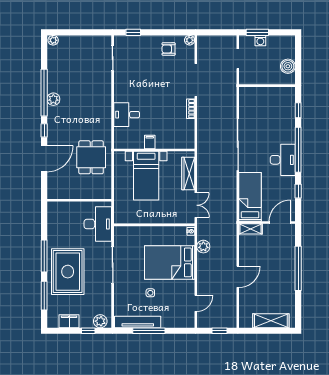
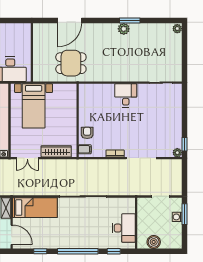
window: (133, 32) -> (184, 144), moved
armchair: (169, 49) -> (87, 133), moved
window: (44, 93) -> (130, 20), width x0.47
desk: (127, 115) -> (126, 95), moved
window: (44, 130) -> (95, 20), removed
filing cabinet: (150, 142) -> (85, 149), moved
door: (44, 159) -> (70, 20), hinge flipped
desk: (283, 160) -> (124, 228), moved, turned -90
bed with nightstands: (146, 176) -> (34, 106), moved, turned -90

